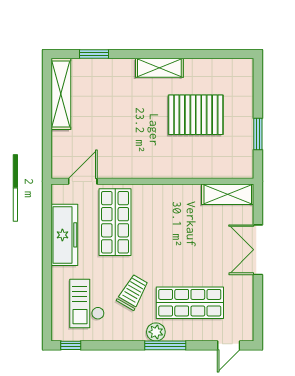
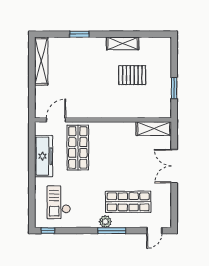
window: (94, 54) -> (79, 34), moved
shelving: (159, 68) -> (123, 43), moved
pallet: (196, 115) -> (132, 75), width x0.73, depth x0.71
trolley: (133, 292) -> (90, 195), removed

